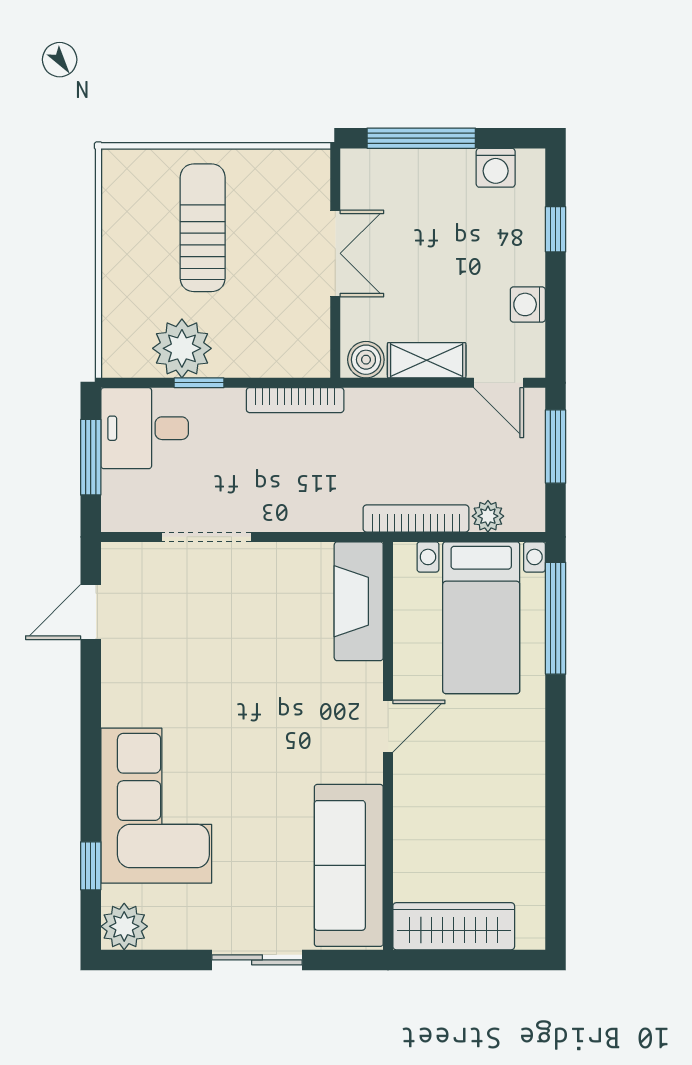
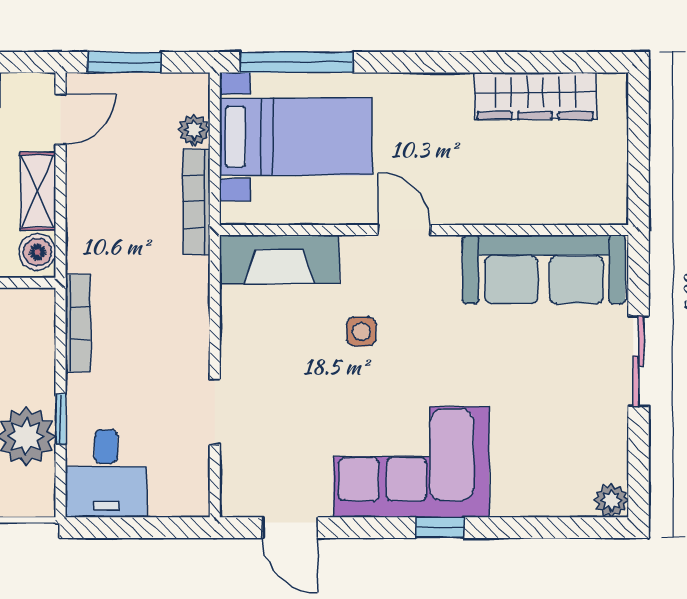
window: (91, 457) -> (135, 528), removed
doorway: (206, 537) -> (215, 412), width x0.73
side table: (287, 683) -> (361, 332), added
corner sofa: (156, 806) -> (411, 462), moved
window: (91, 866) -> (440, 528), moved
plant: (124, 926) -> (611, 500), width x0.73, depth x0.73
wardrobe: (454, 926) -> (535, 96), moved, turned -90

